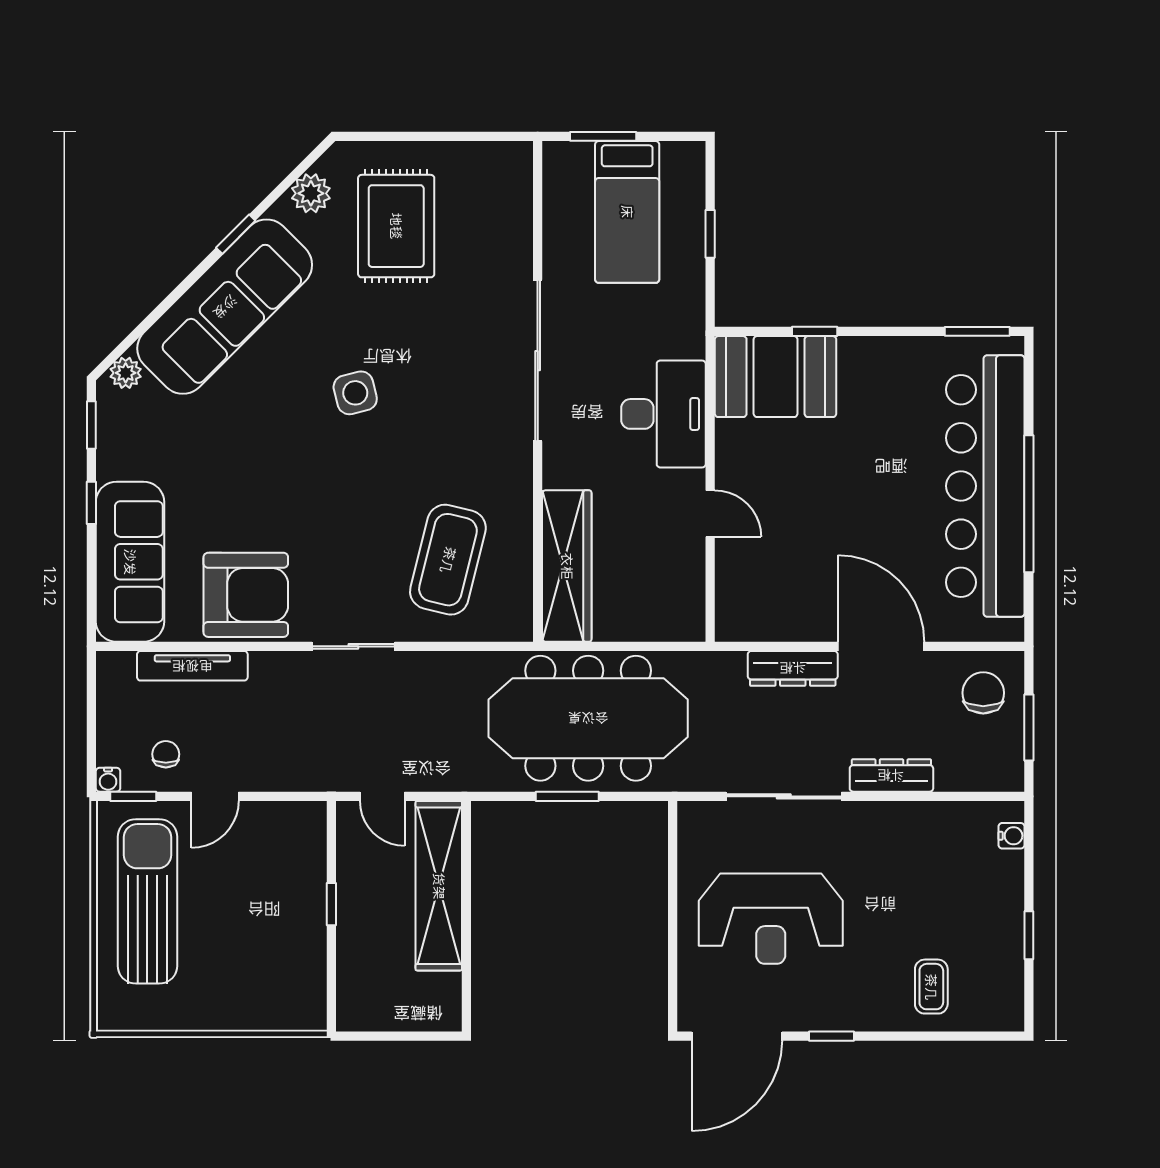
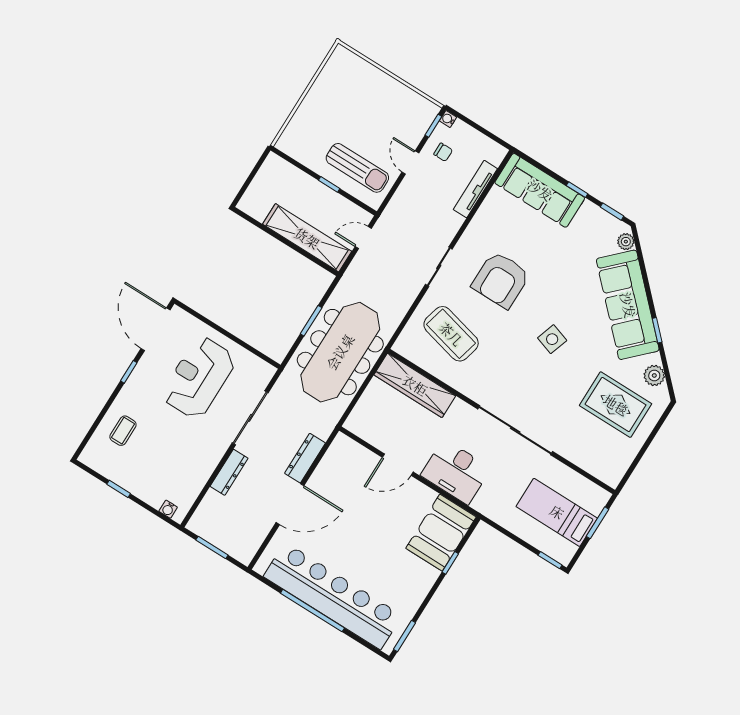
window: (710, 234) -> (550, 560), moved
side table: (355, 393) -> (552, 339), turned 32
door: (710, 514) -> (398, 465), width x1.38
armchair: (246, 595) -> (501, 280), moved
chair: (983, 693) -> (240, 537), removed
sun lounger: (147, 901) -> (357, 168), moved, width x0.73, depth x0.75
coffee table: (931, 987) -> (123, 431), turned 90

